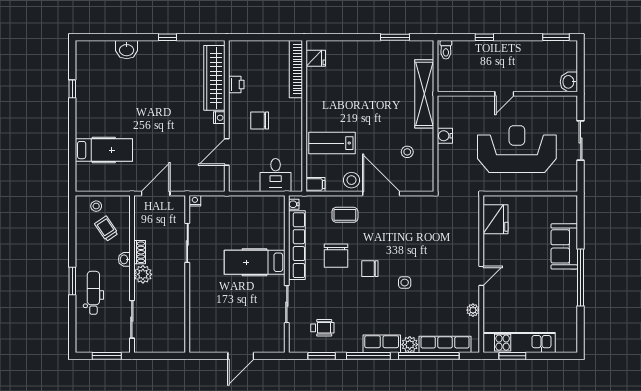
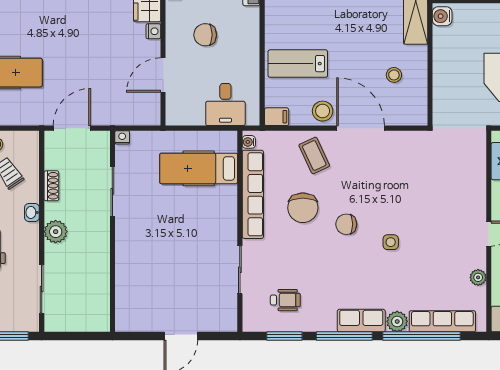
water cooler: (445, 136) -> (442, 16), moved
coffee table: (345, 215) -> (314, 155), turned 65
shoe rack: (140, 252) -> (51, 186), moved
hospital bed: (255, 262) -> (199, 168), moved

